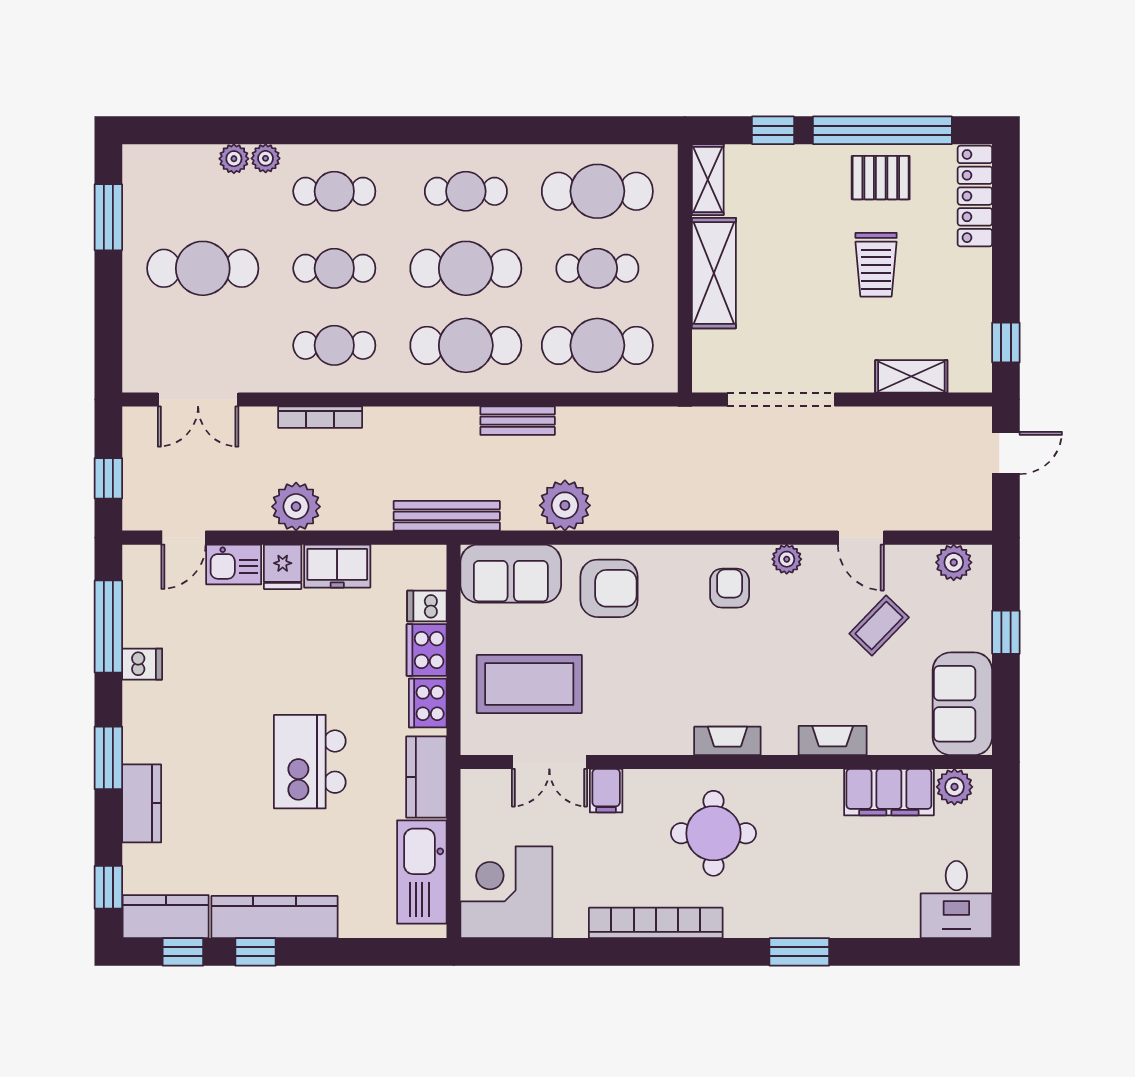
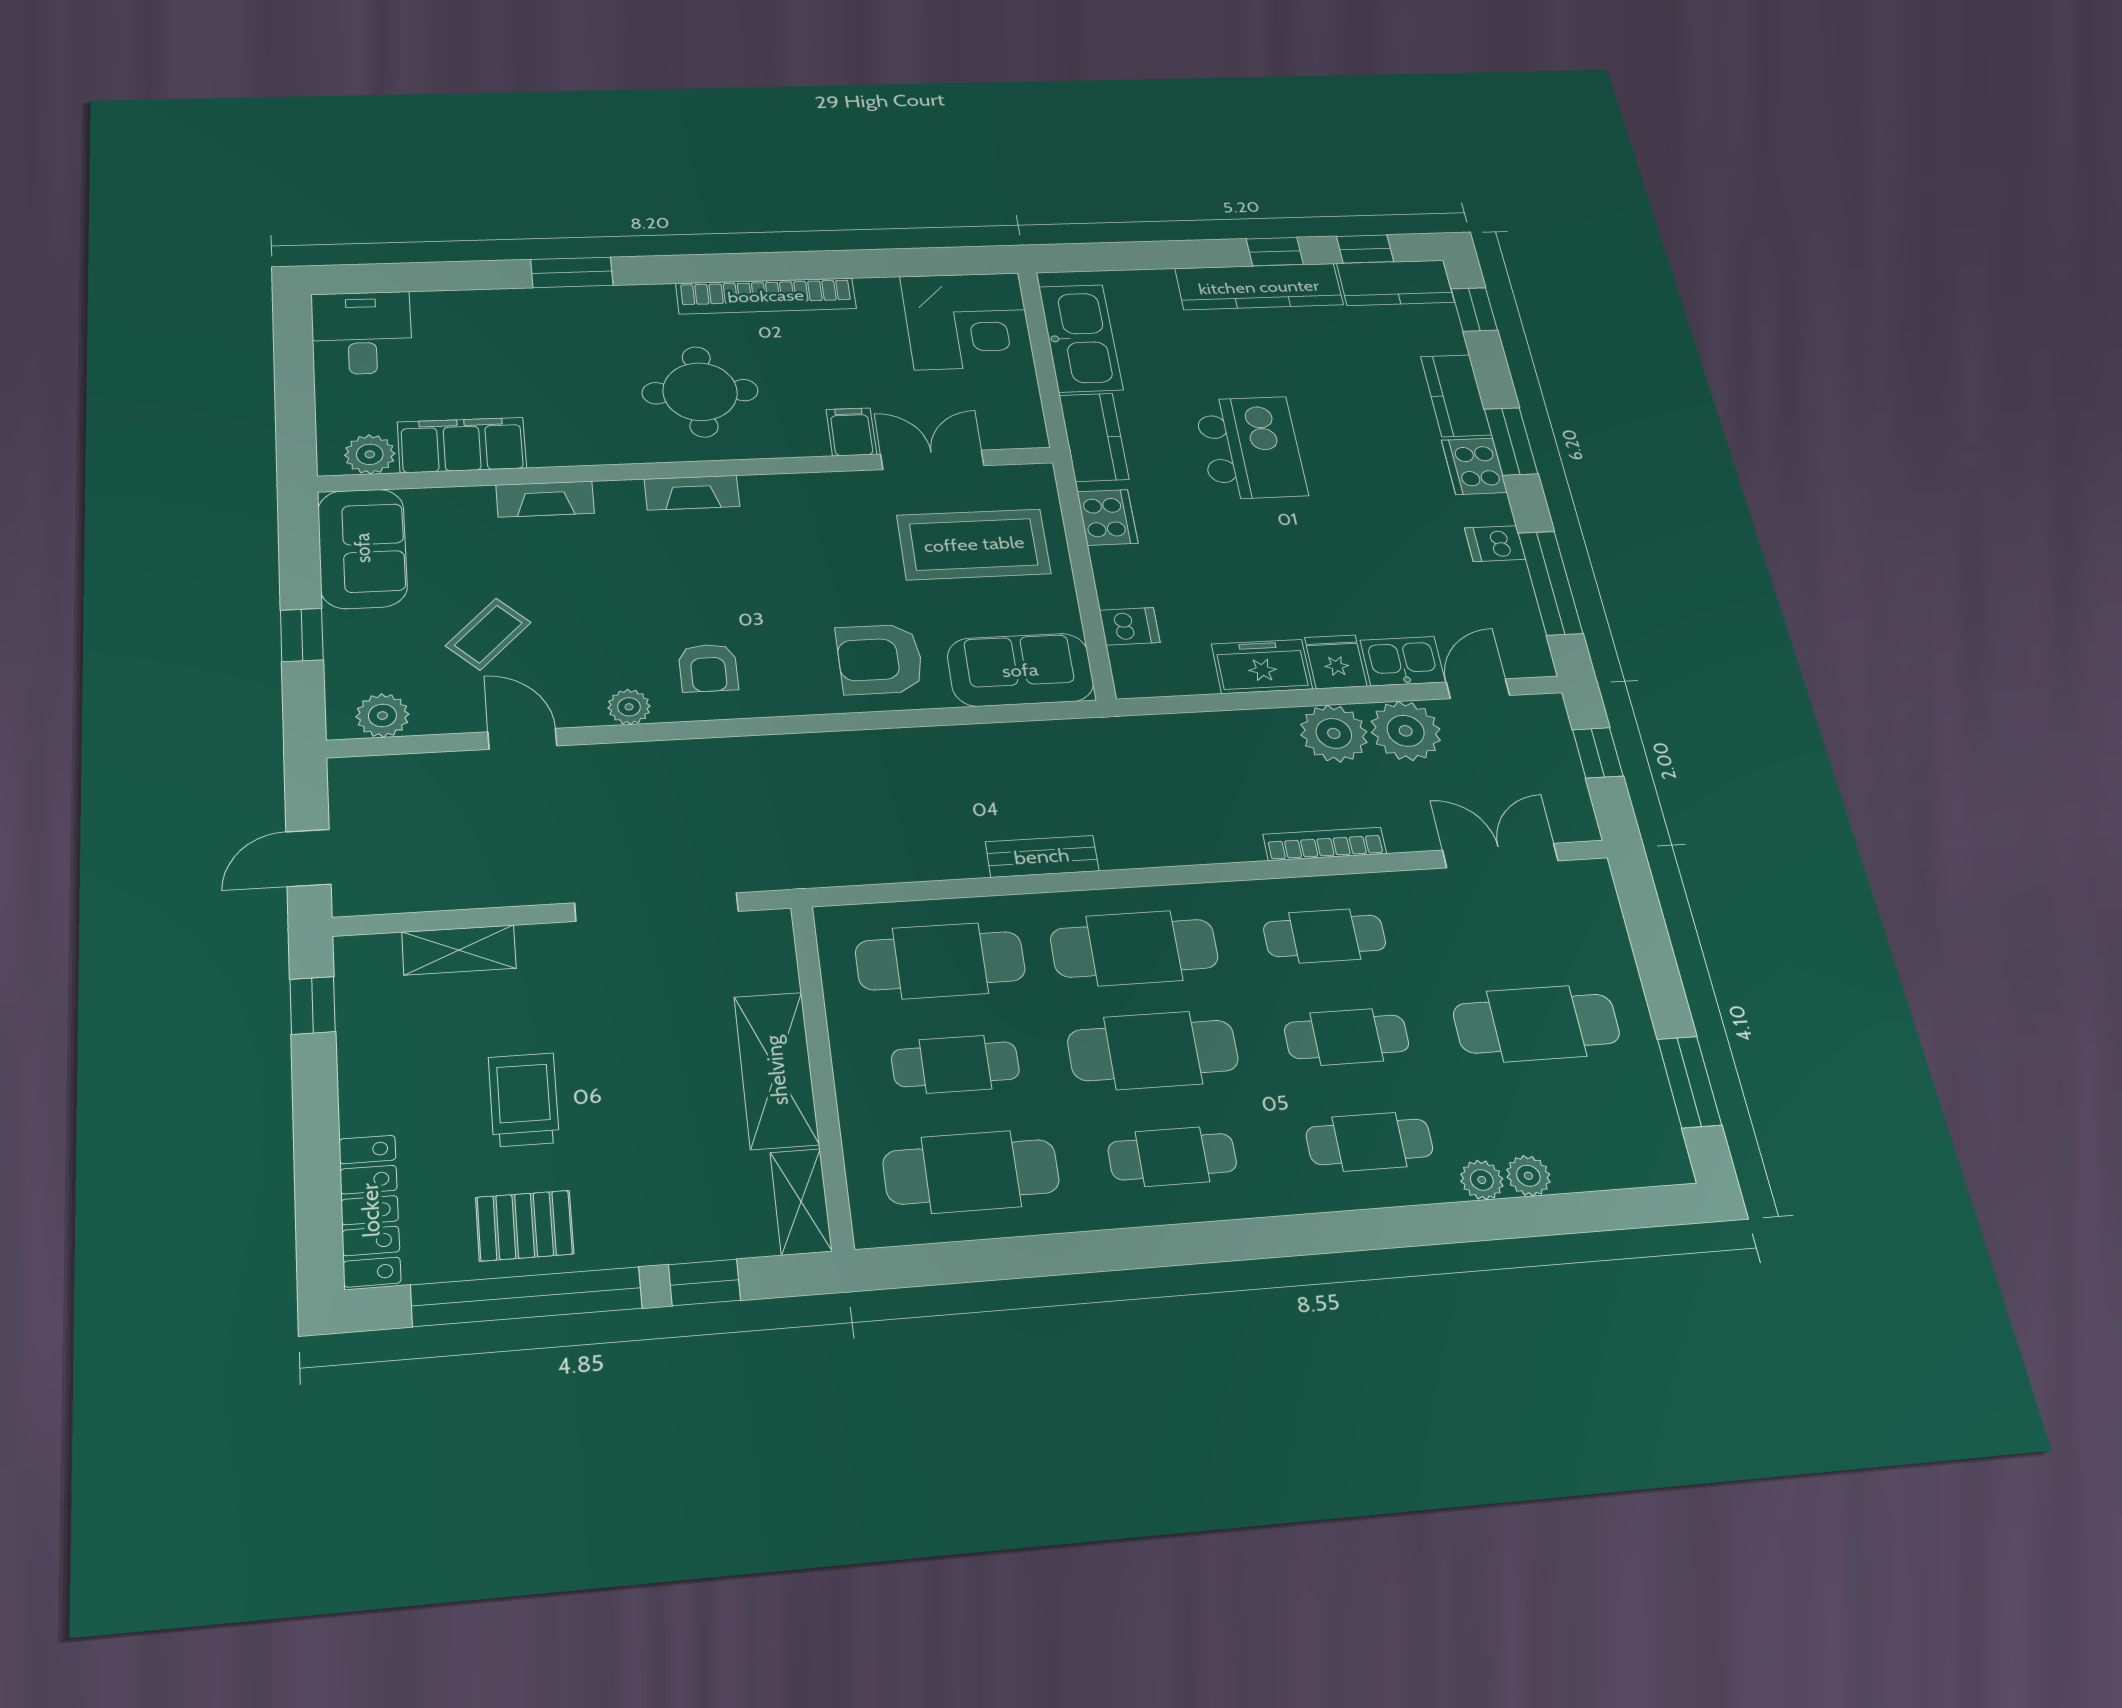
plant: (565, 505) -> (1406, 731), moved
bench: (447, 516) -> (1122, 734), removed
cooker: (427, 650) -> (1474, 466), moved, turned 180

